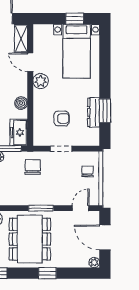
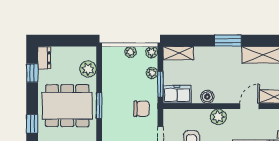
plant: (41, 81) -> (218, 117), moved
window: (41, 208) -> (99, 105), moved

